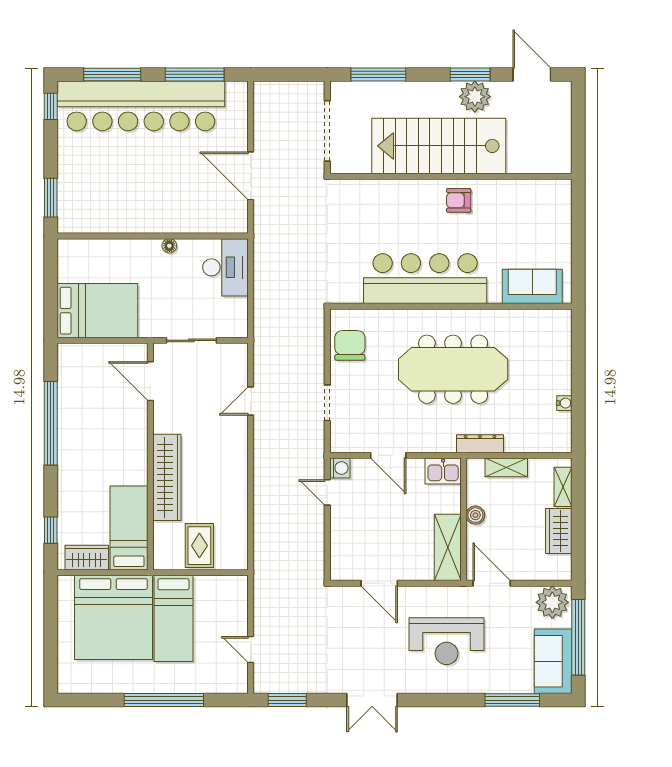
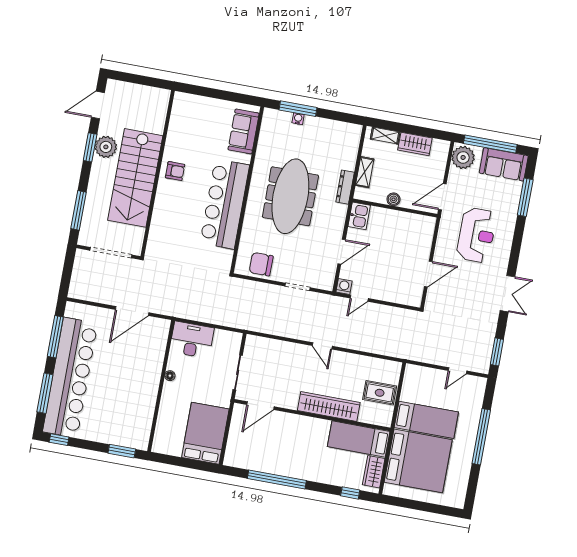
armchair: (459, 200) -> (175, 171), turned -90
window: (578, 357) -> (298, 109), added
door: (251, 401) -> (322, 346), moved
water cooler: (564, 403) -> (298, 119), moved
shelving: (448, 547) -> (412, 222), removed

